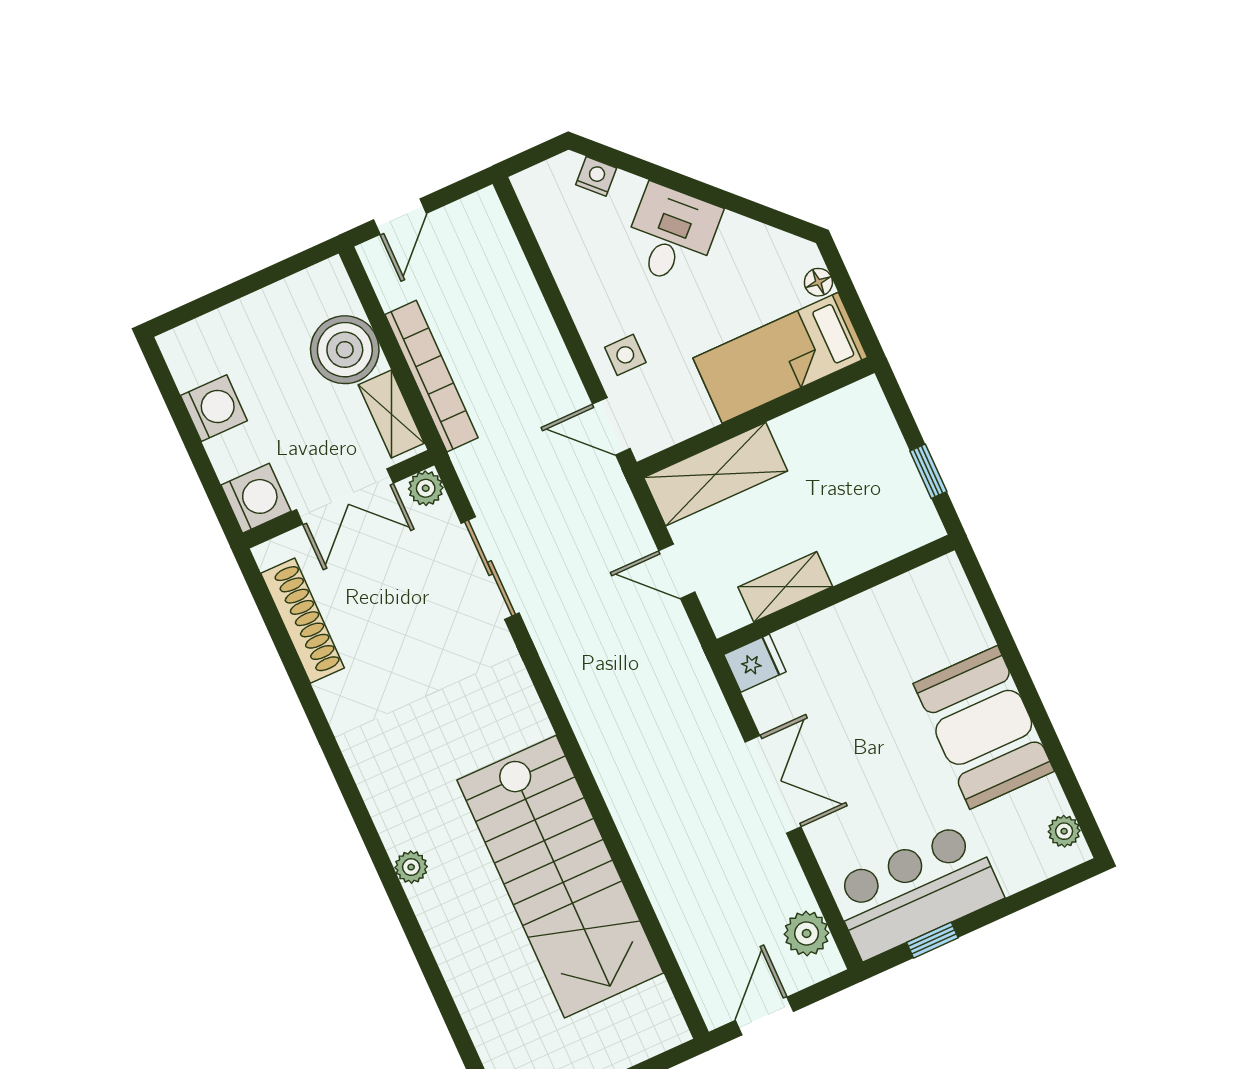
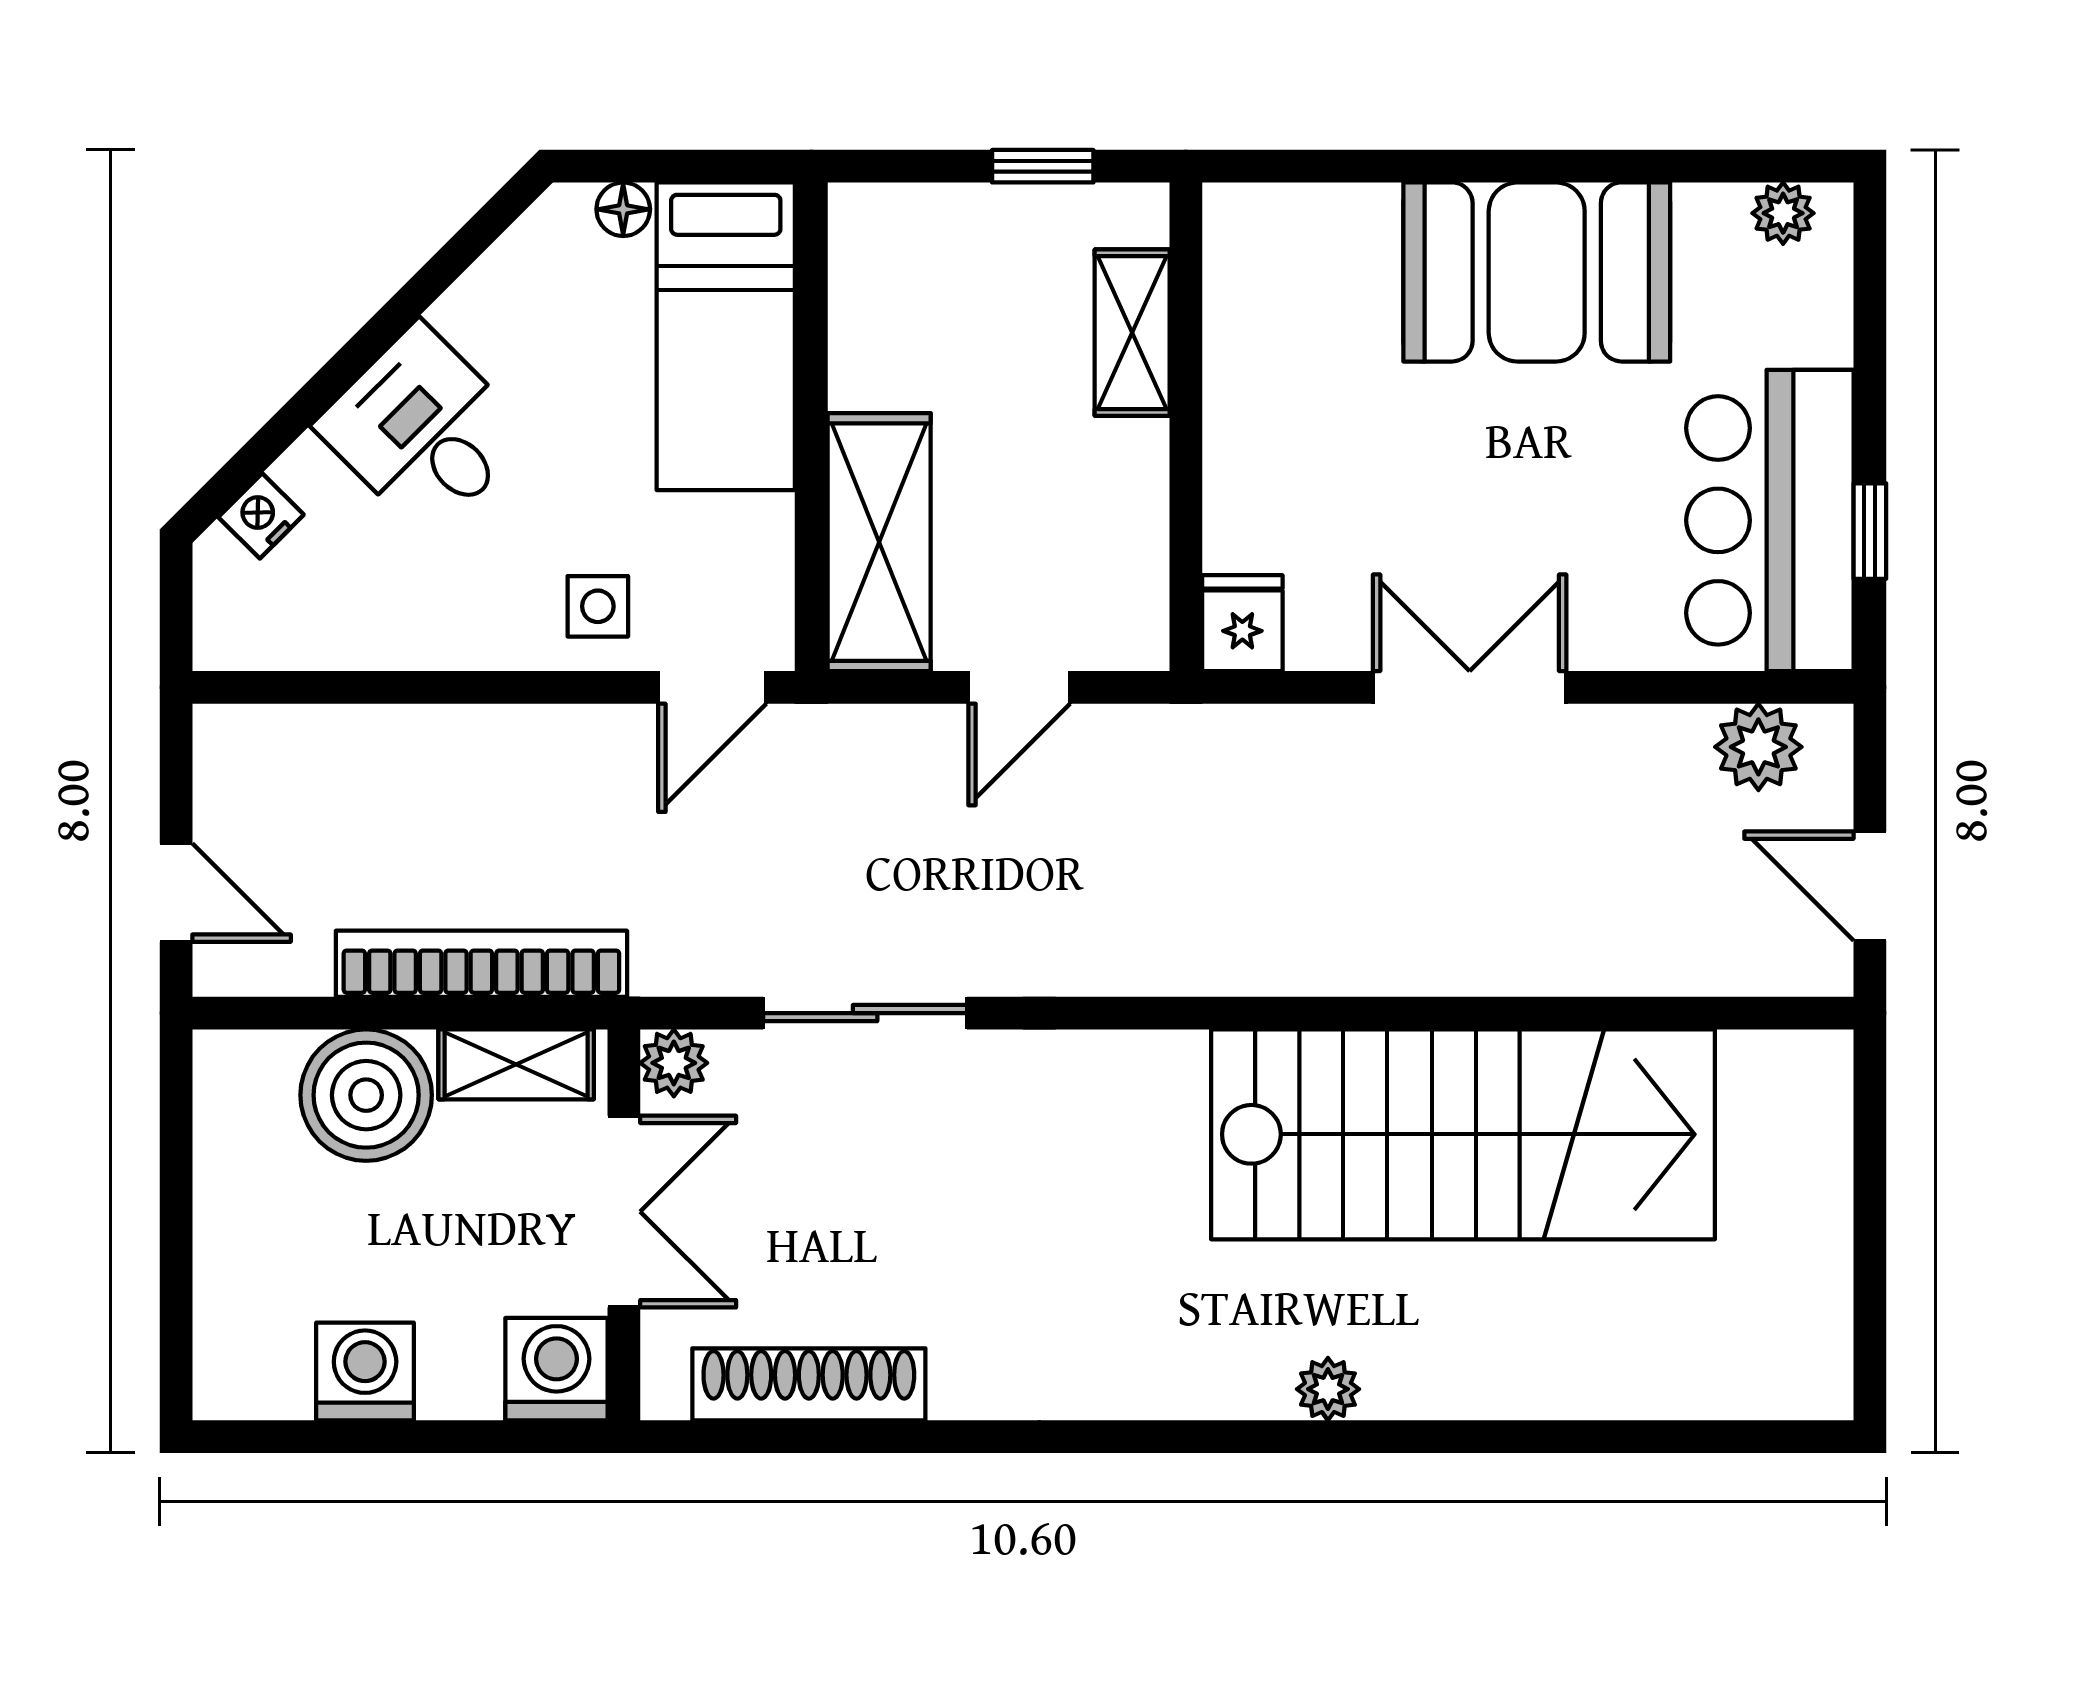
shelving: (785, 587) -> (1132, 333), moved

